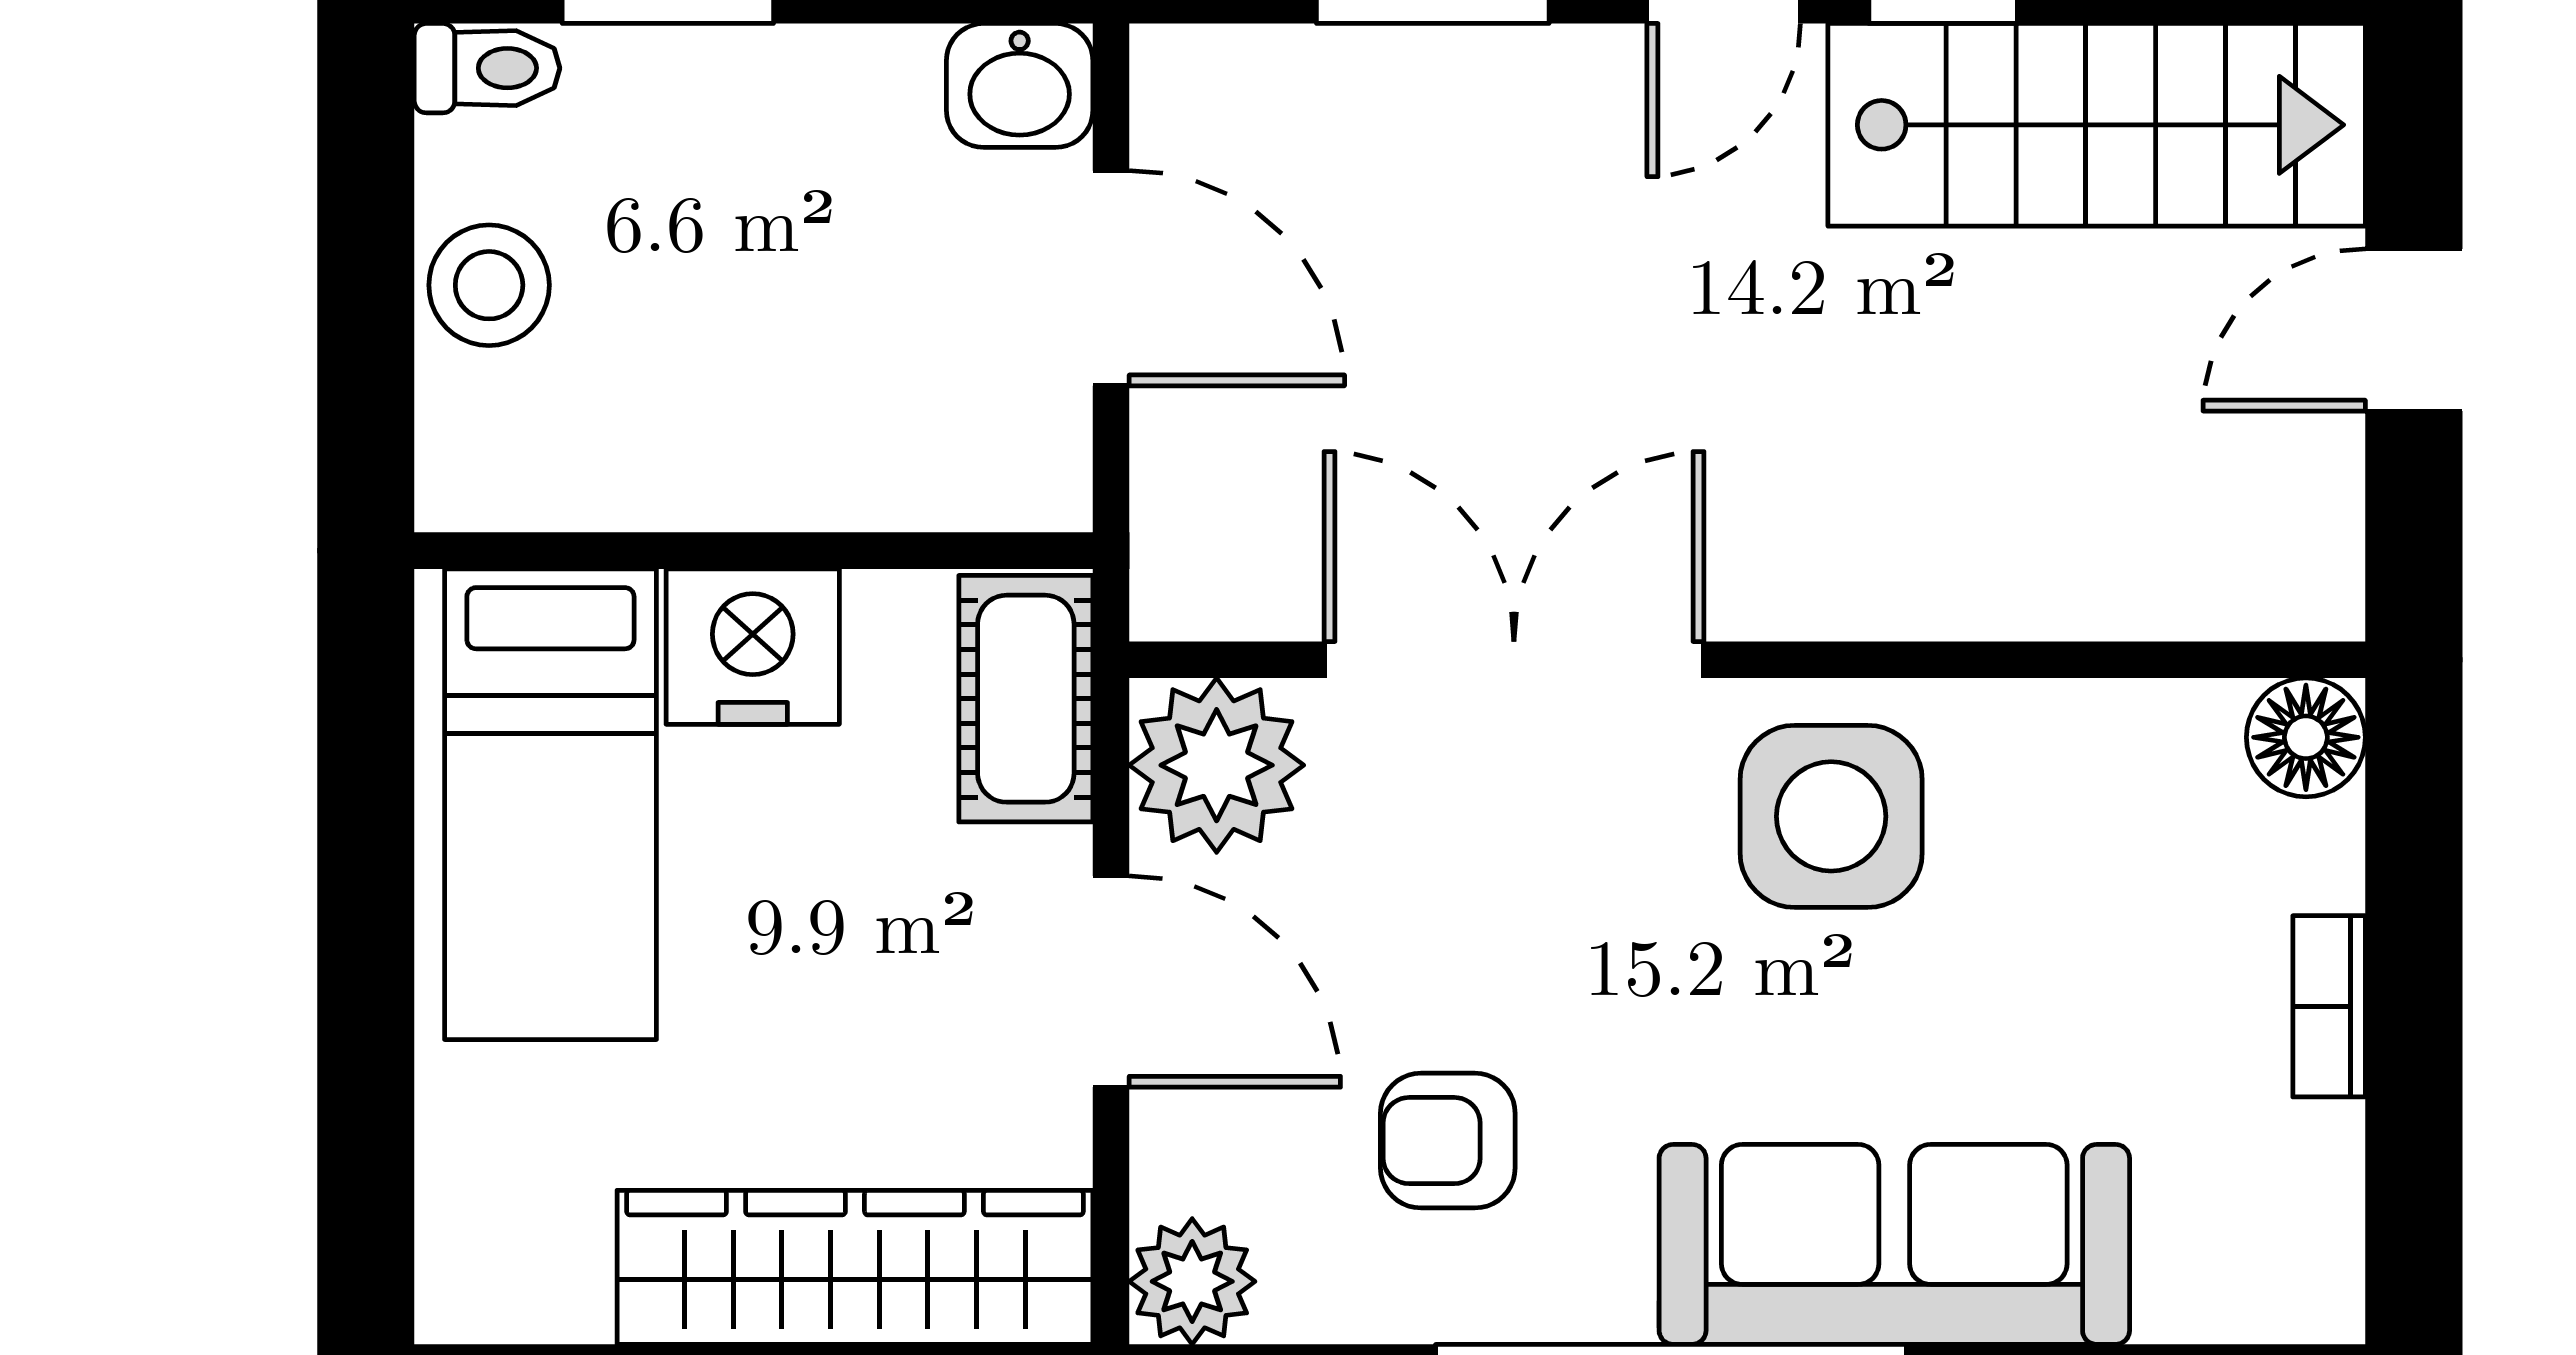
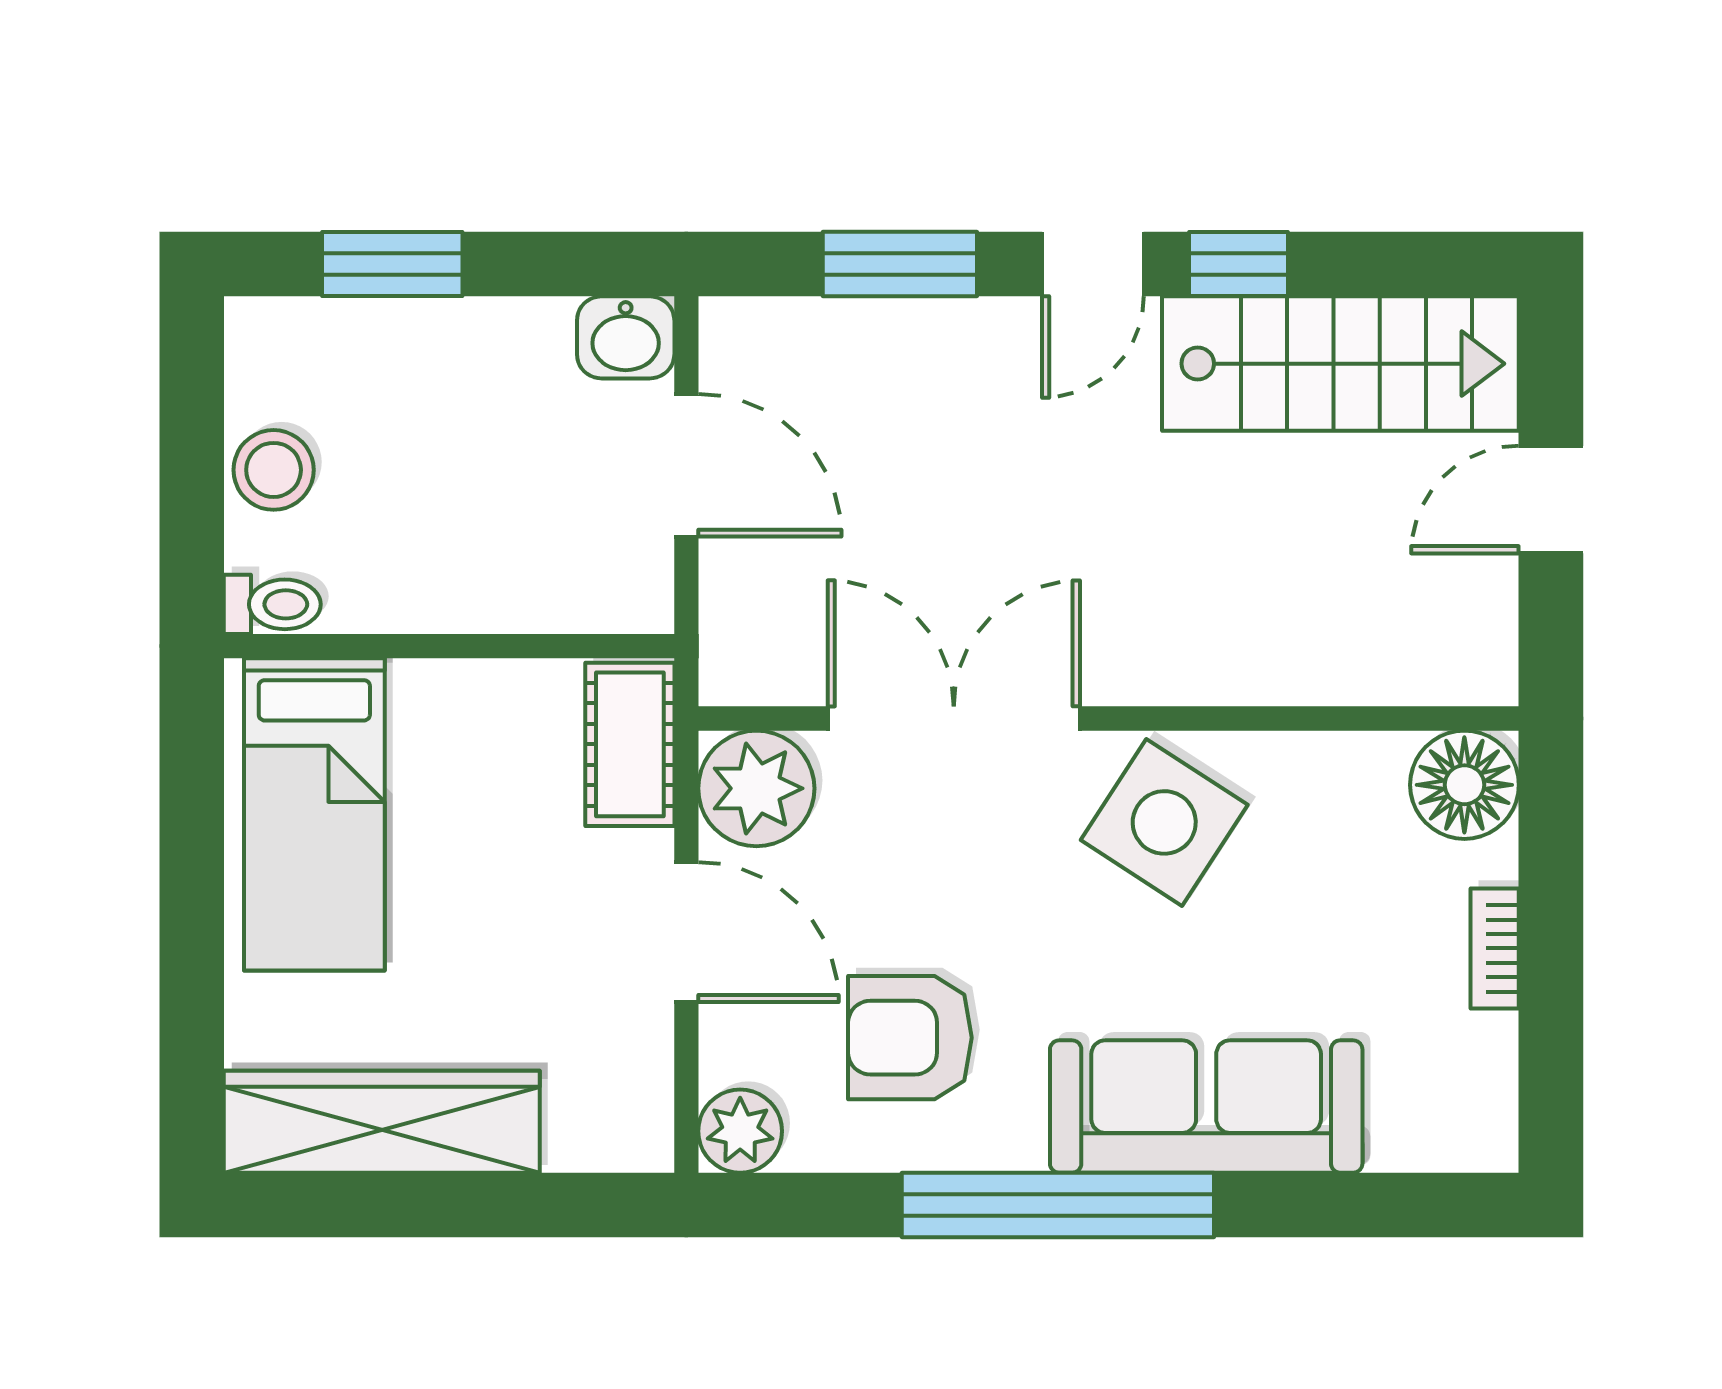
toilet: (487, 68) -> (272, 604), moved
nightstand: (753, 647) -> (449, 710), removed
floor lamp: (2306, 737) -> (1464, 785), width x1.38, depth x1.38
side table: (1831, 816) -> (1164, 822), turned 33
armchair: (1448, 1141) -> (910, 1038), width x1.38, depth x1.38
wardrobe: (855, 1267) -> (382, 1122), moved

